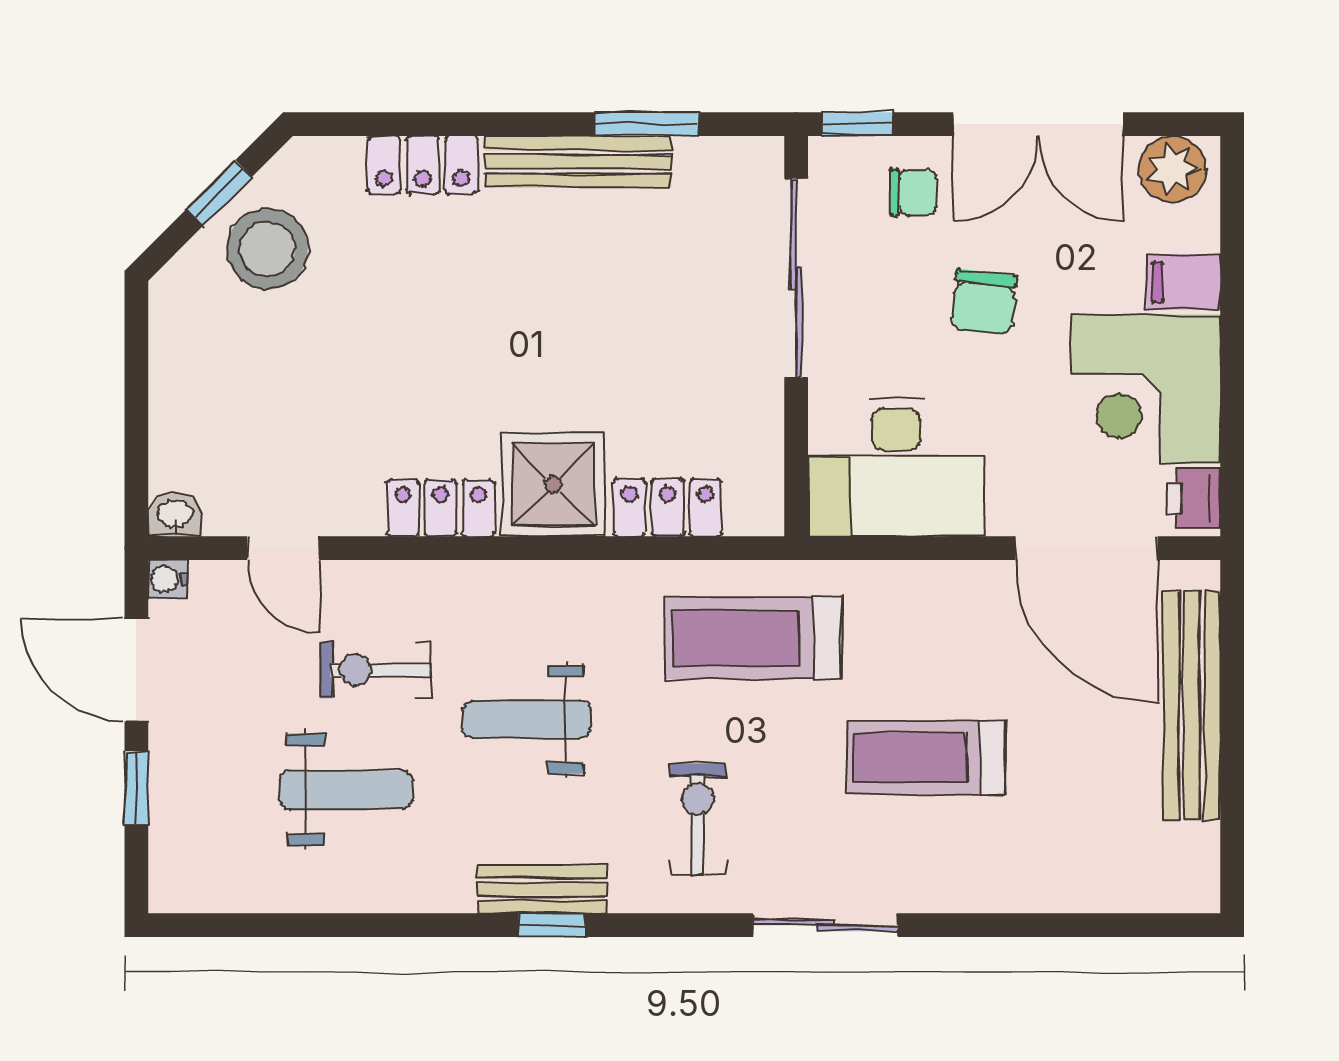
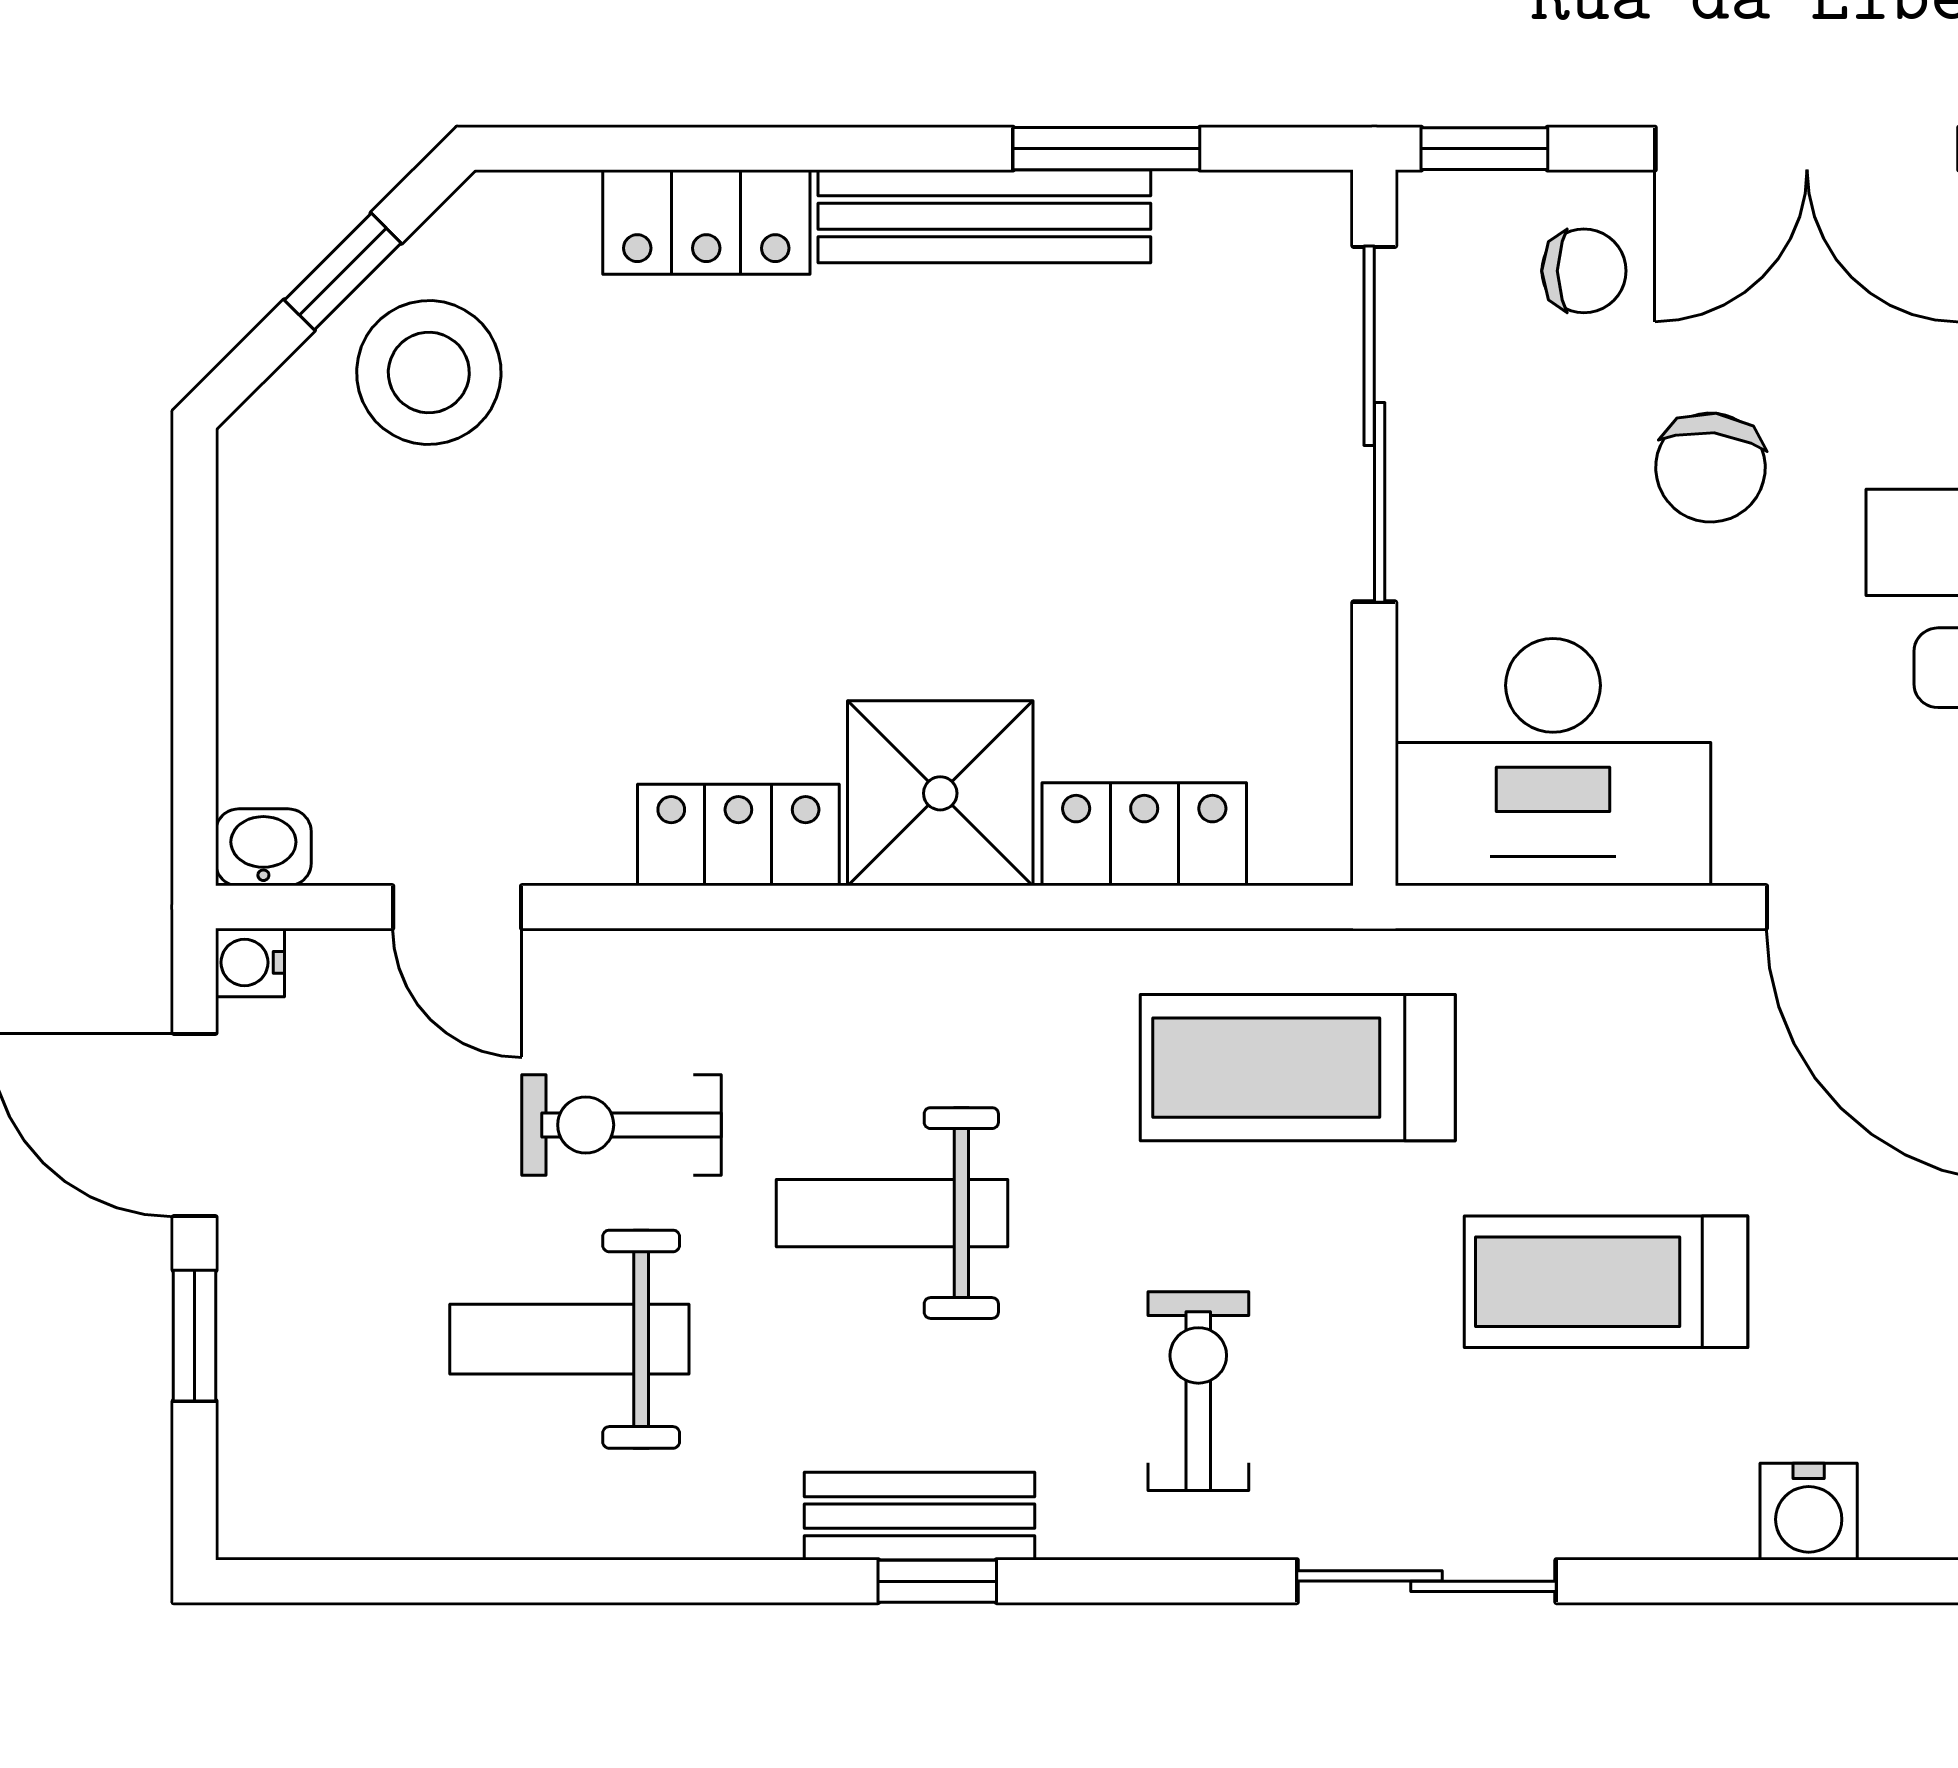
weight bench: (346, 790) -> (569, 1339), turned 180
water cooler: (1039, 886) -> (1809, 1512), added

